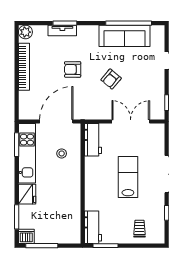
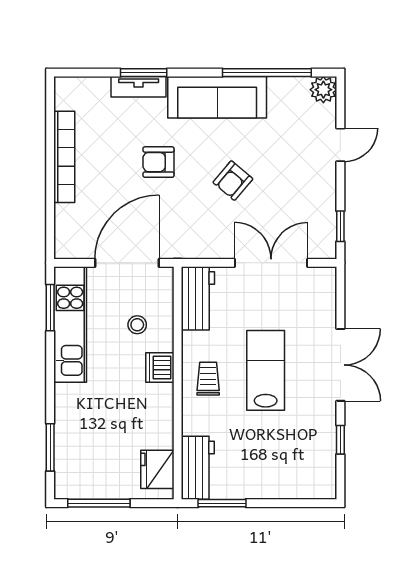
plant: (25, 32) -> (323, 90), moved
sofa: (124, 36) -> (217, 97), moved
fridge: (27, 194) -> (157, 469), moved, turned 180
trolley: (139, 229) -> (208, 379), moved
dishwasher: (26, 236) -> (160, 368), moved, turned -90

